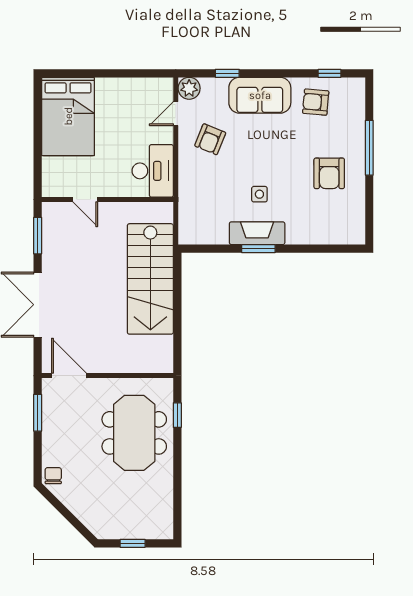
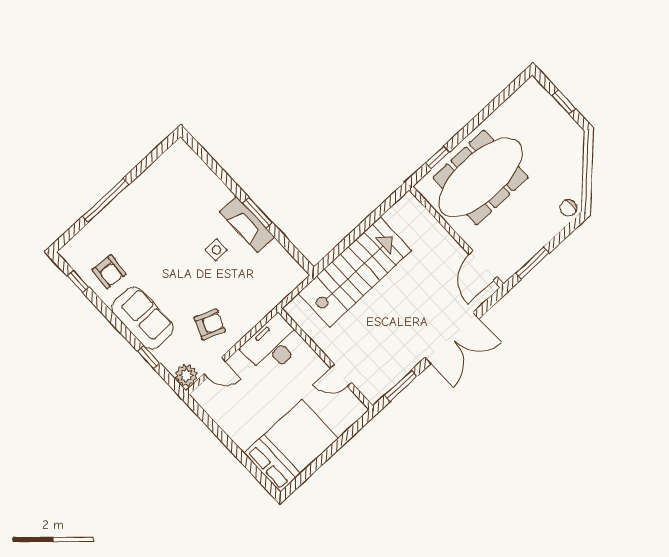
armchair: (329, 173) -> (153, 212), removed
door: (85, 200) -> (341, 375), swing flipped
meeting table: (134, 433) -> (480, 177), width x1.36

